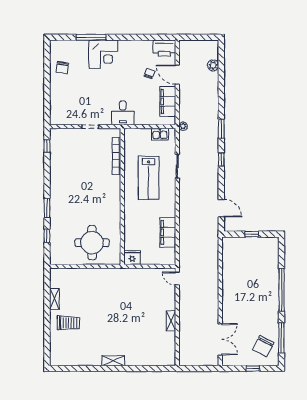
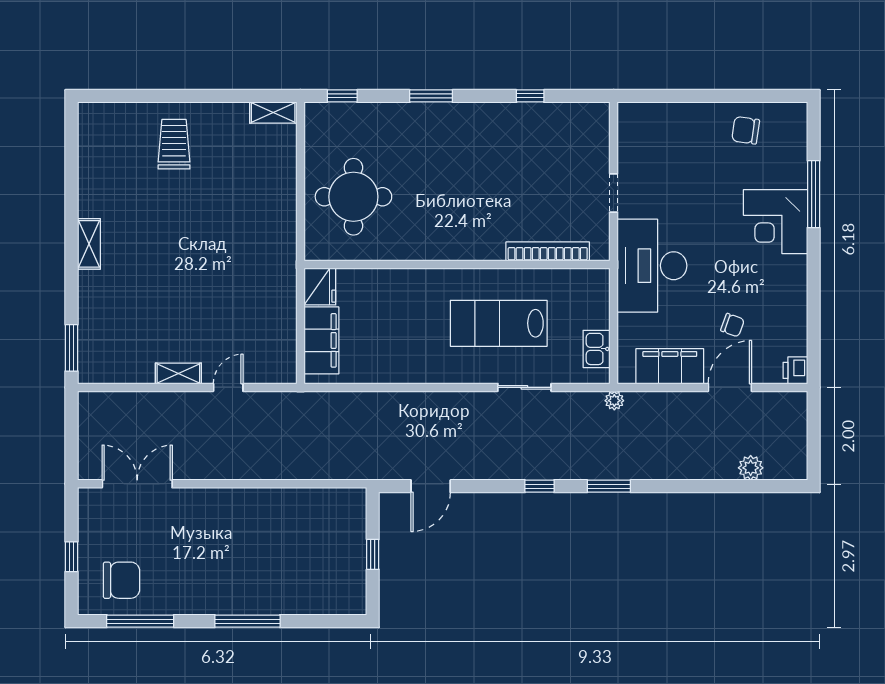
printer: (164, 48) -> (795, 370), width x0.53, depth x0.68
desk: (123, 113) -> (652, 266), width x1.87, depth x1.30
window: (47, 146) -> (530, 96), moved
filing cabinet: (168, 232) -> (321, 340), moved, turned 90
window: (47, 236) -> (342, 96), moved
door: (177, 279) -> (228, 387), moved
window: (281, 290) -> (247, 621), width x0.68
shelving: (54, 299) -> (273, 113), moved
trolley: (69, 323) -> (174, 144), turned 180
double door: (220, 339) -> (137, 484), swing flipped
chair: (263, 346) -> (121, 580), turned 153
window: (159, 369) -> (72, 348), added

